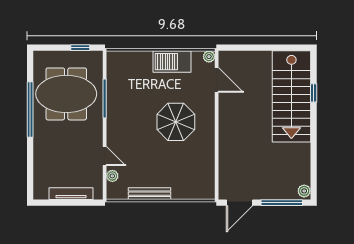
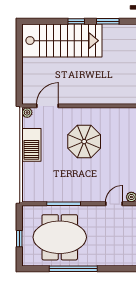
window: (80, 48) -> (19, 239), moved
window: (314, 93) -> (76, 21), moved
meeting table: (66, 94) -> (60, 237), turned 90
window: (314, 149) -> (108, 21), added

